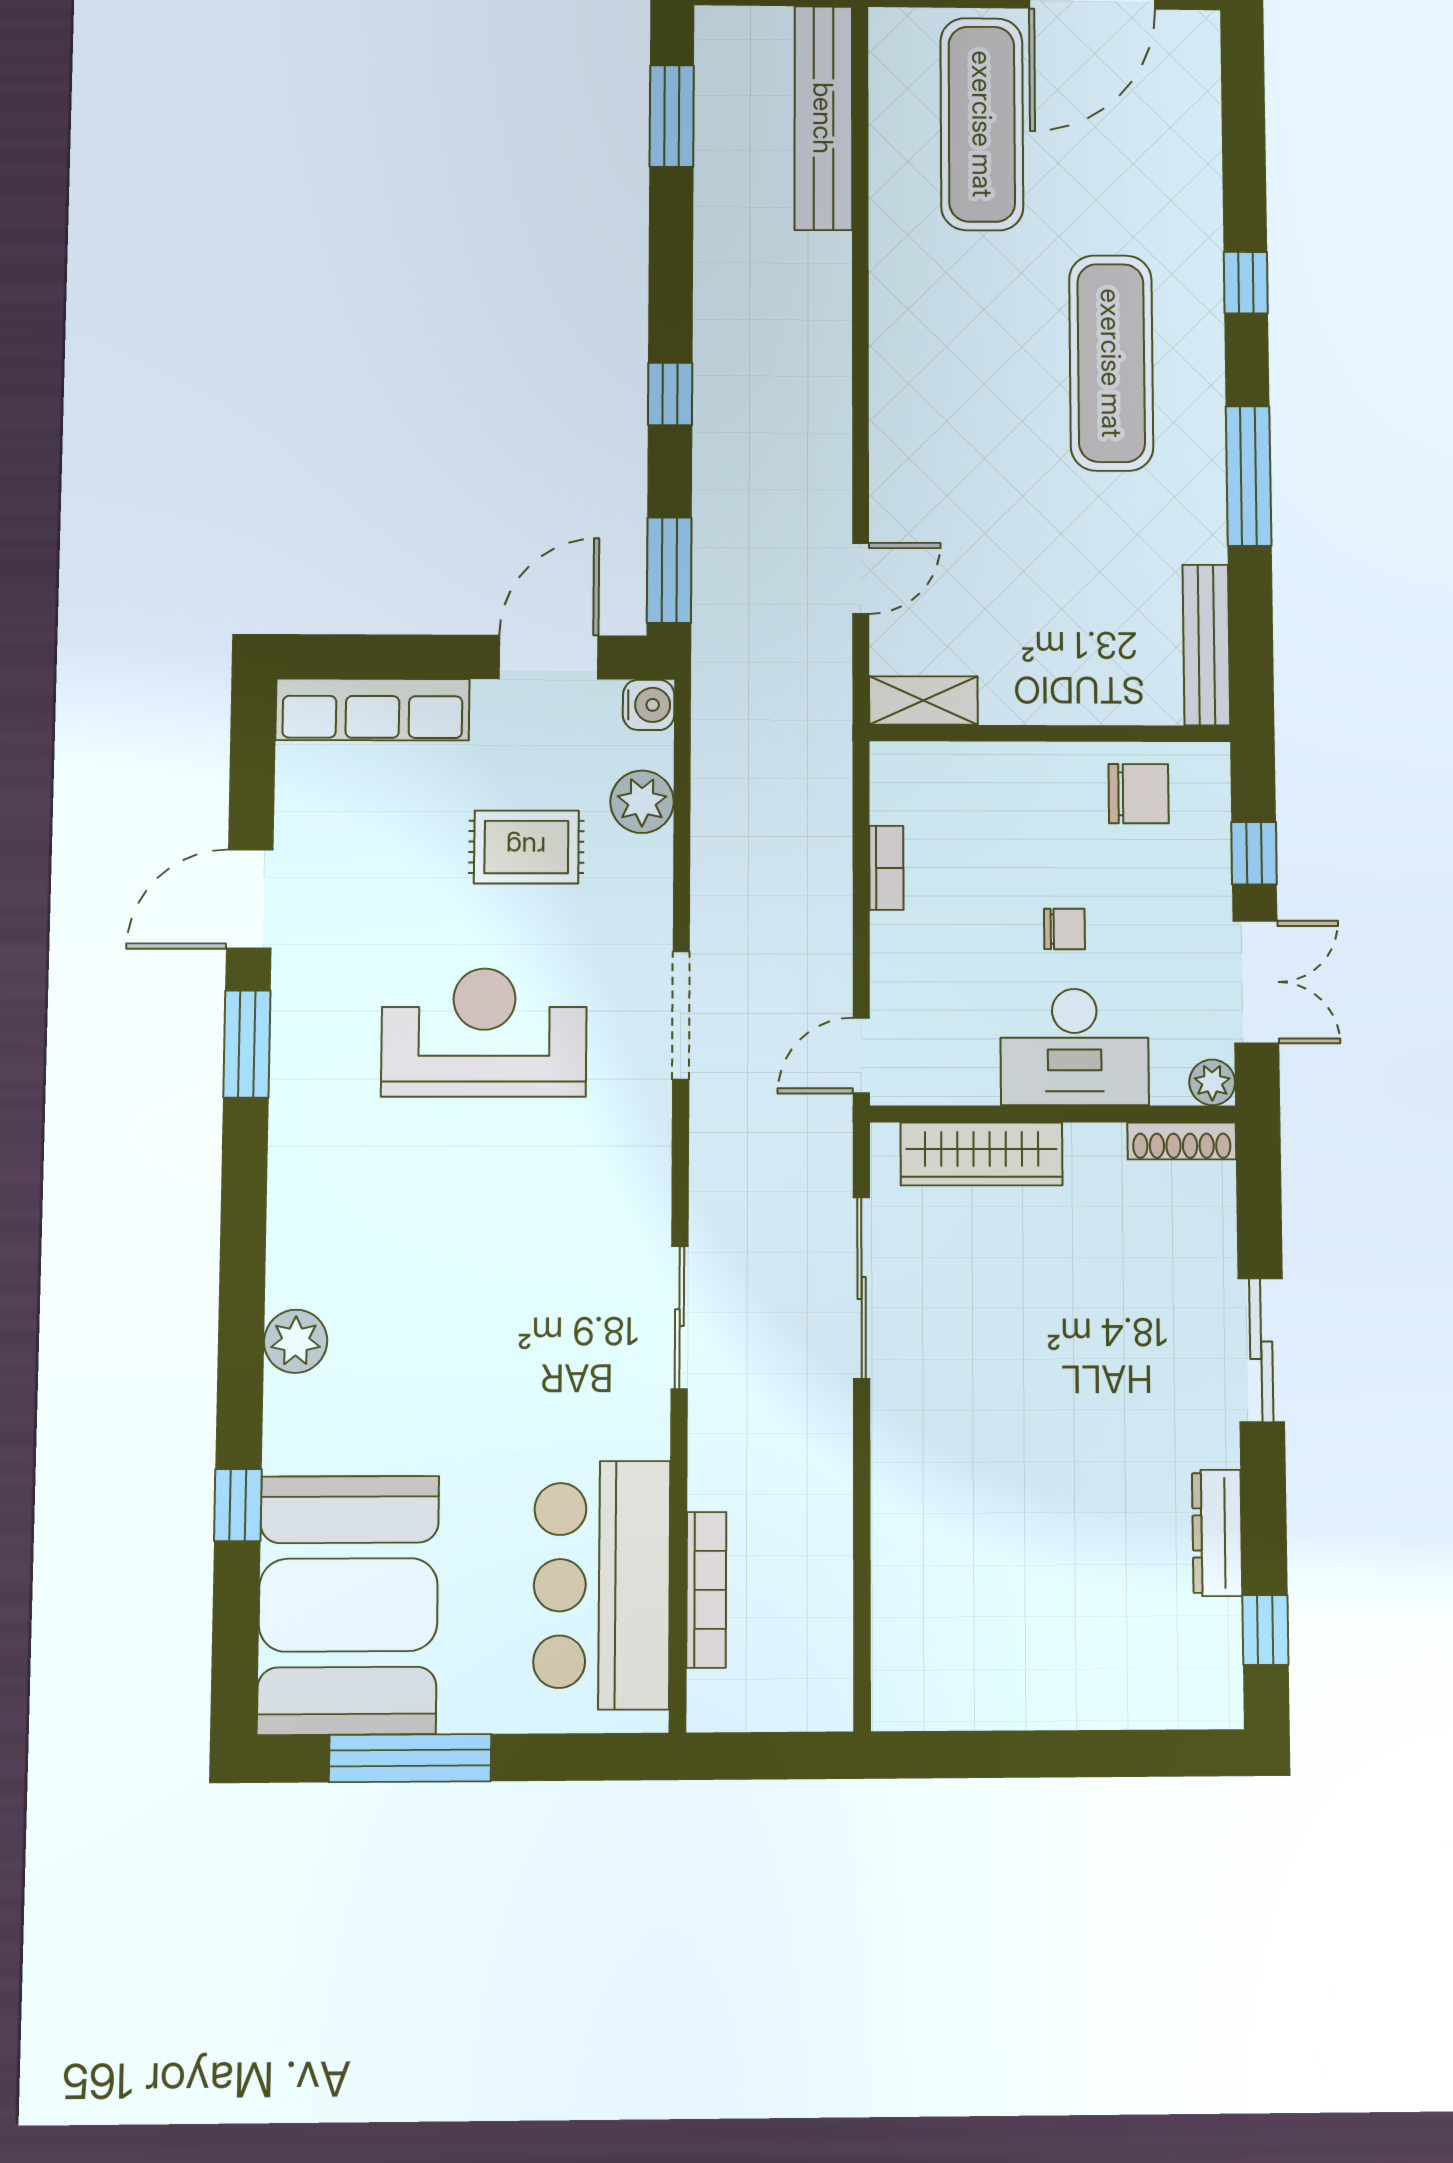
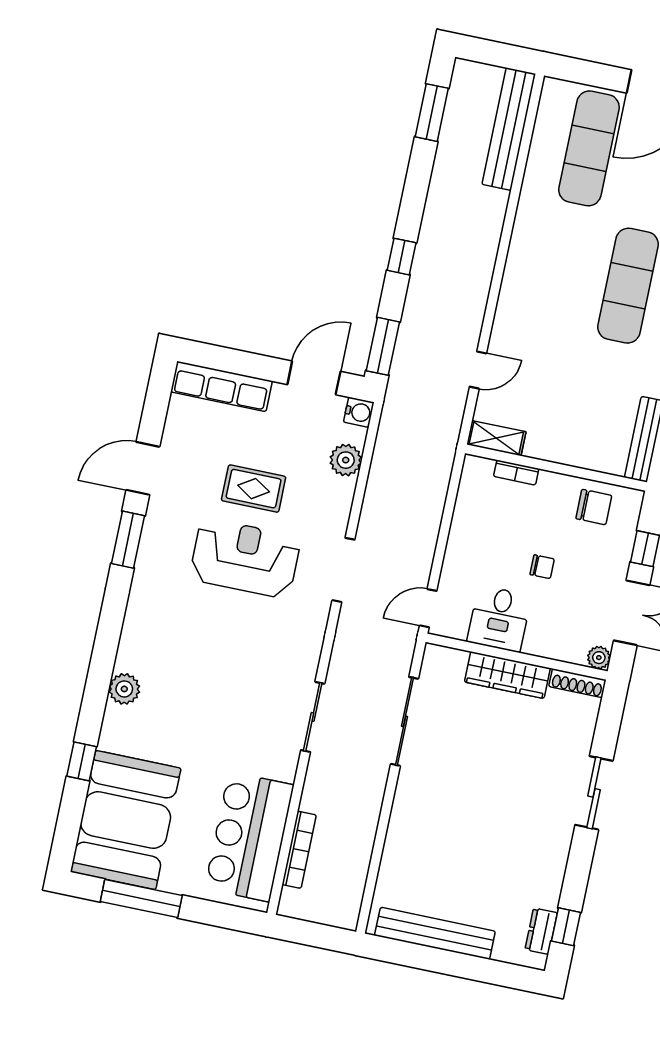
rug: (526, 847) -> (254, 489), moved
bookcase: (886, 868) -> (516, 472), moved, turned 90
desk: (1075, 1047) -> (499, 619), moved, width x0.73
wardrobe: (981, 1154) -> (507, 675), moved
dresser: (1217, 1533) -> (541, 931), moved, width x0.70
bench: (1010, 1700) -> (435, 933), added

